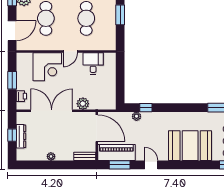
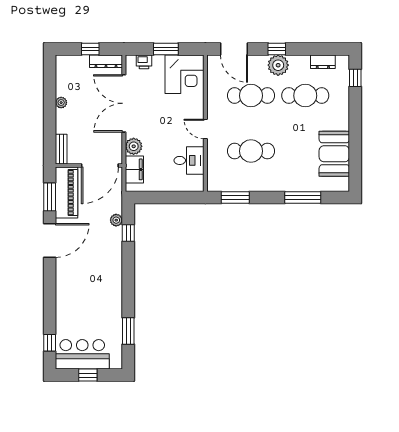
window: (120, 15) -> (235, 197), moved
corner desk: (47, 67) -> (184, 74), moved, turned -90
filing cabinet: (100, 103) -> (134, 169), added
double door: (52, 111) -> (124, 103), swing flipped
dresser: (21, 136) -> (106, 61), moved
booth: (190, 146) -> (76, 294), removed
door: (151, 165) -> (50, 240), width x1.88

